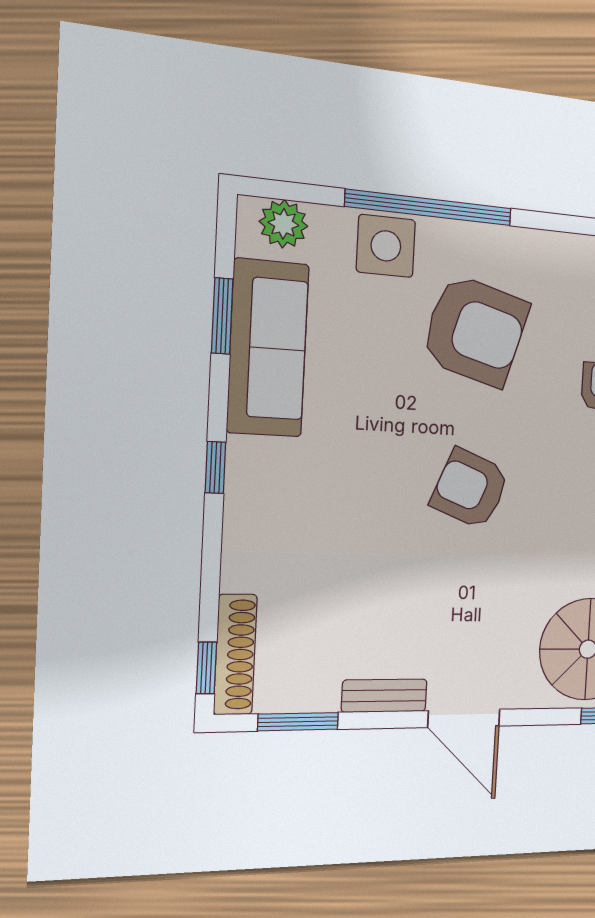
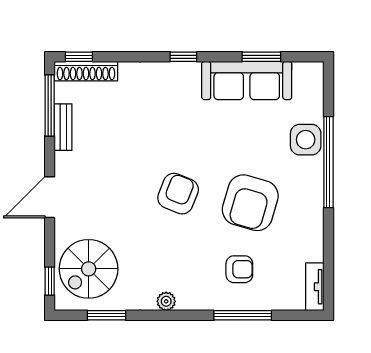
plant: (283, 224) -> (311, 85), removed
armchair: (475, 331) -> (250, 203), moved
bench: (384, 696) -> (63, 127), moved
window: (298, 722) -> (50, 106), width x1.44

